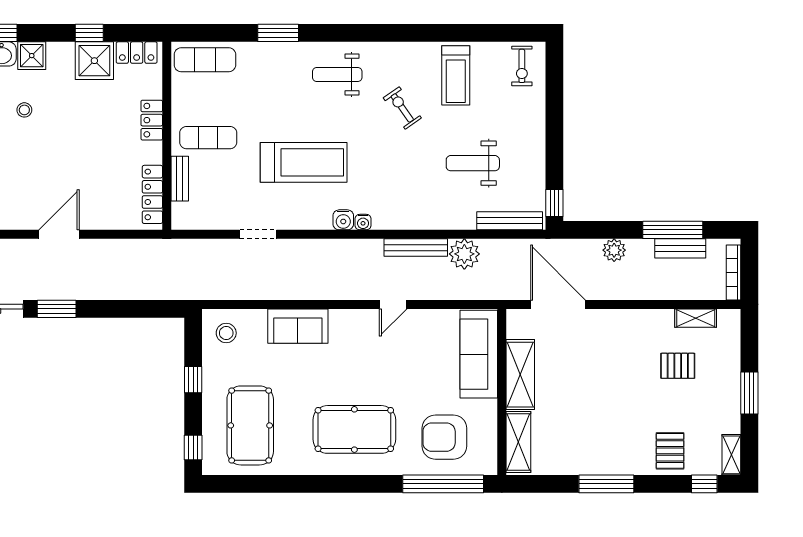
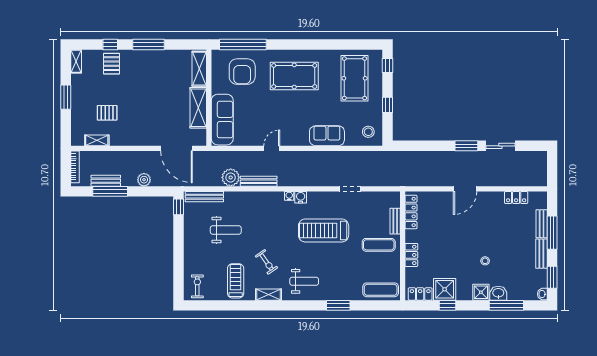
shelving: (399, 52) -> (269, 295), added
armchair: (444, 437) -> (242, 72), turned 90
window: (704, 484) -> (110, 44), moved

